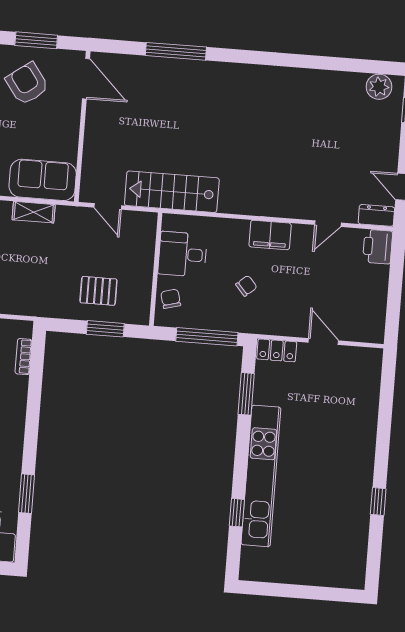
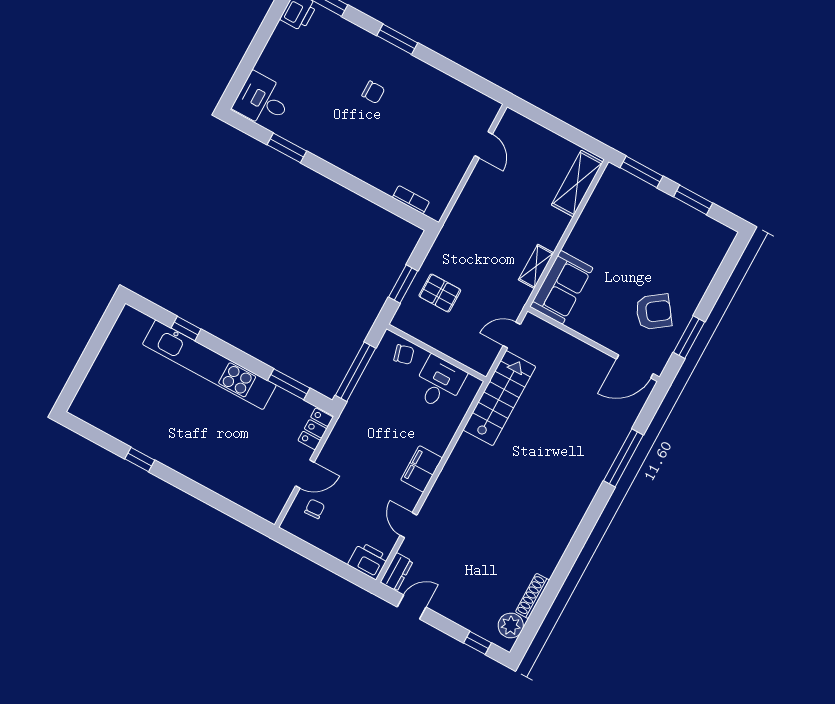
shoe rack: (342, 79) -> (532, 596), added
chair: (246, 286) -> (315, 509), moved, turned -142
pallet: (98, 291) -> (440, 293), turned 90

